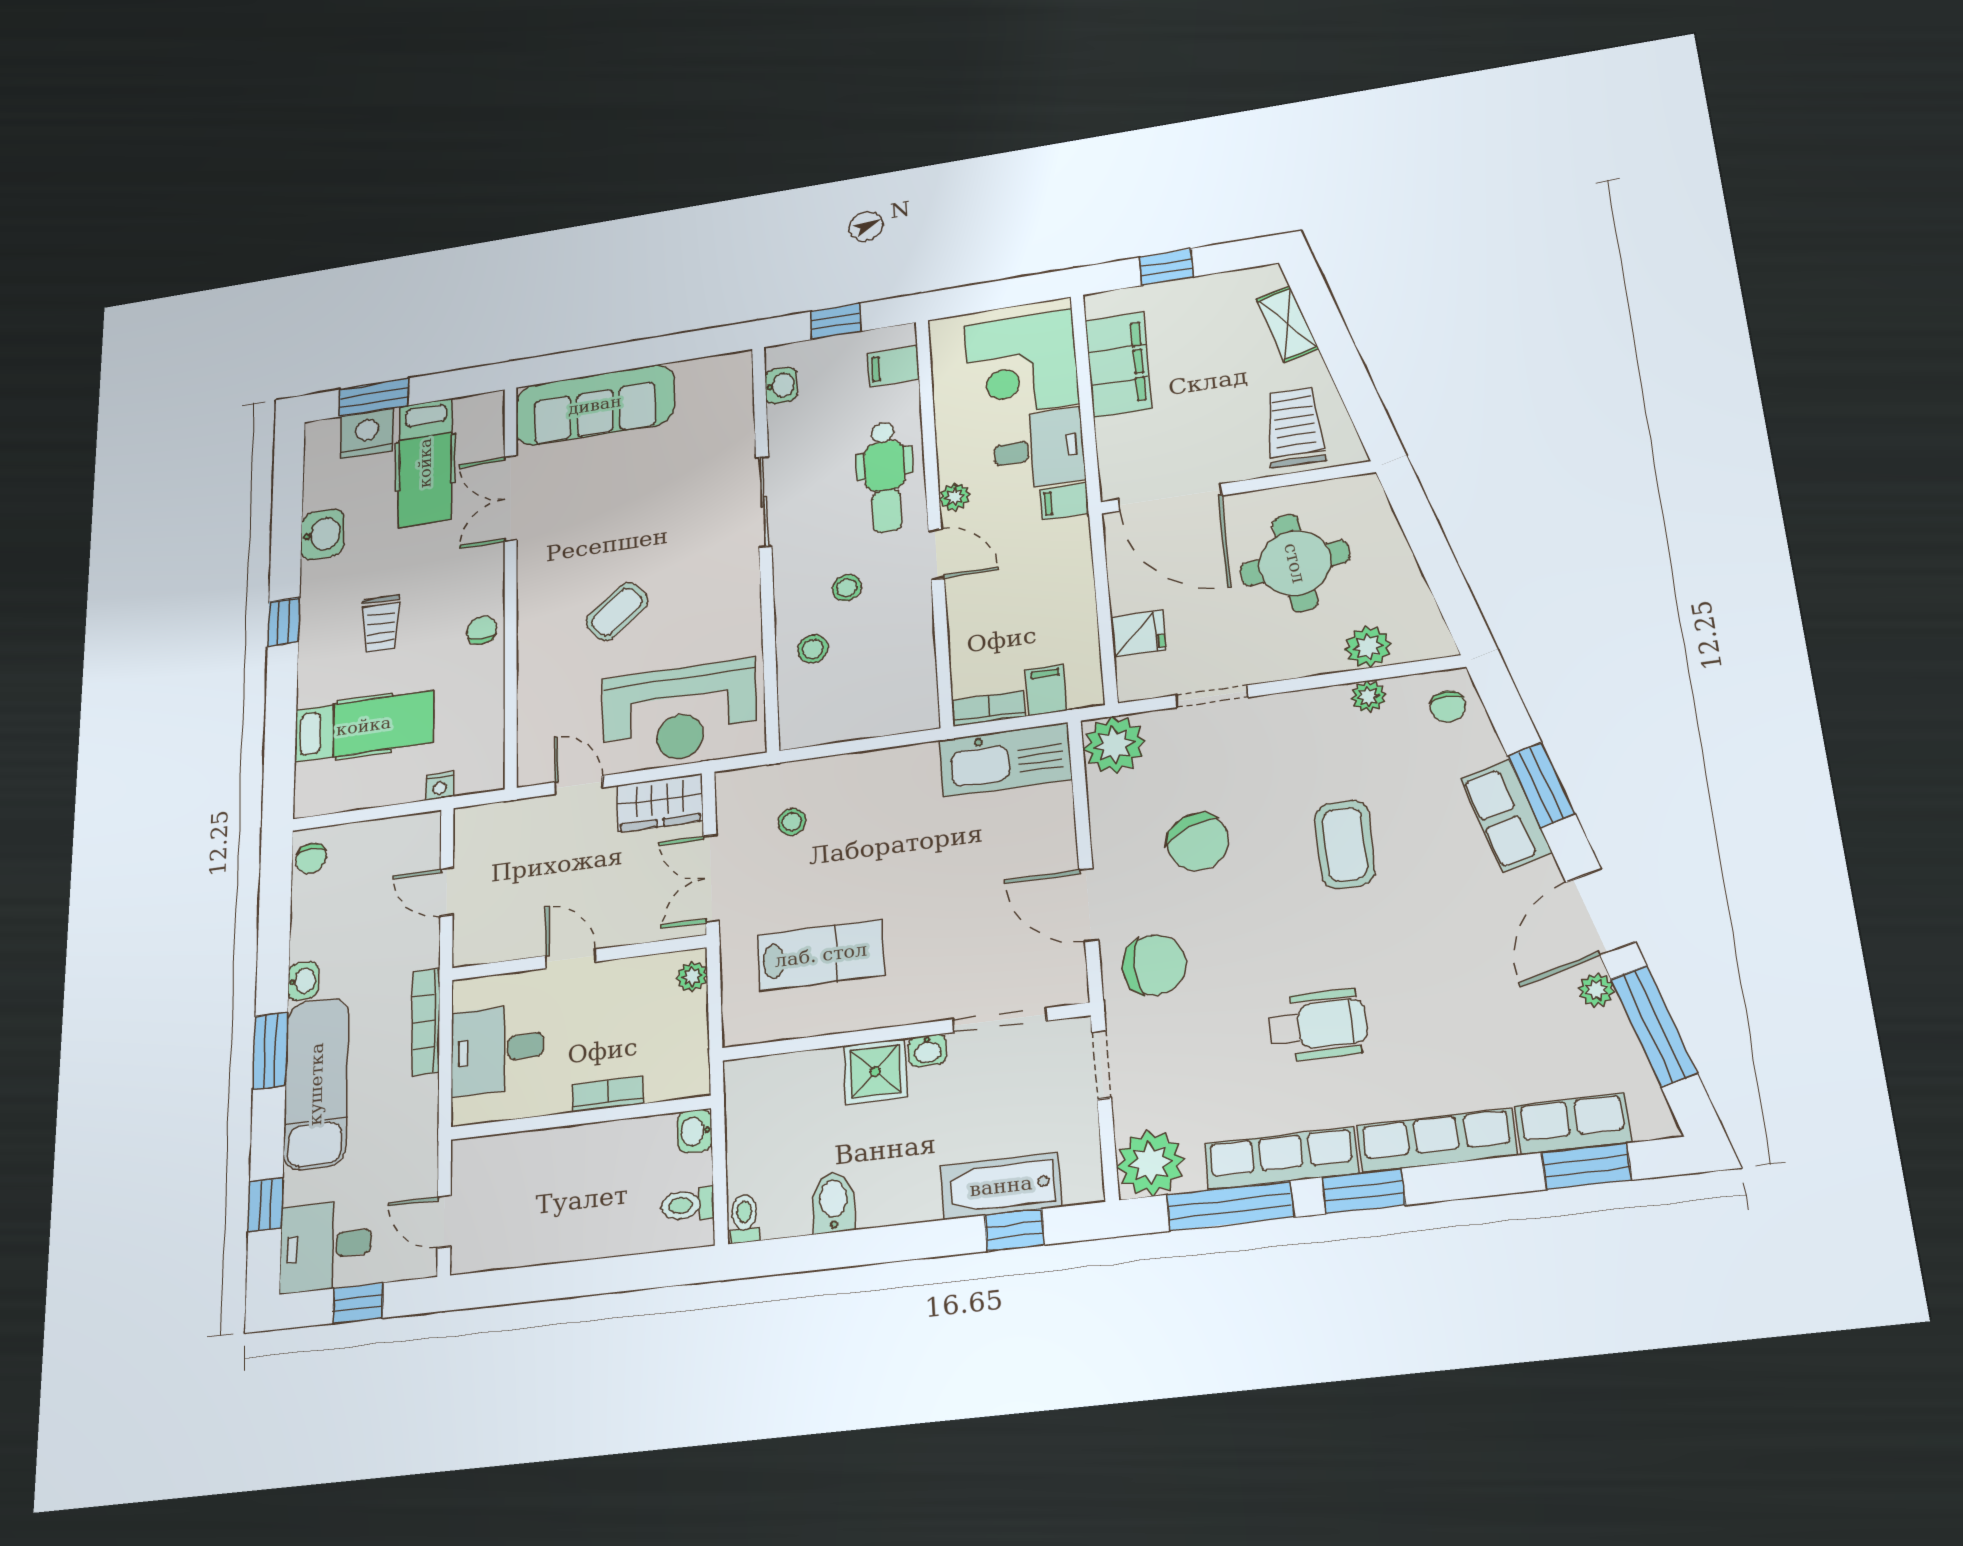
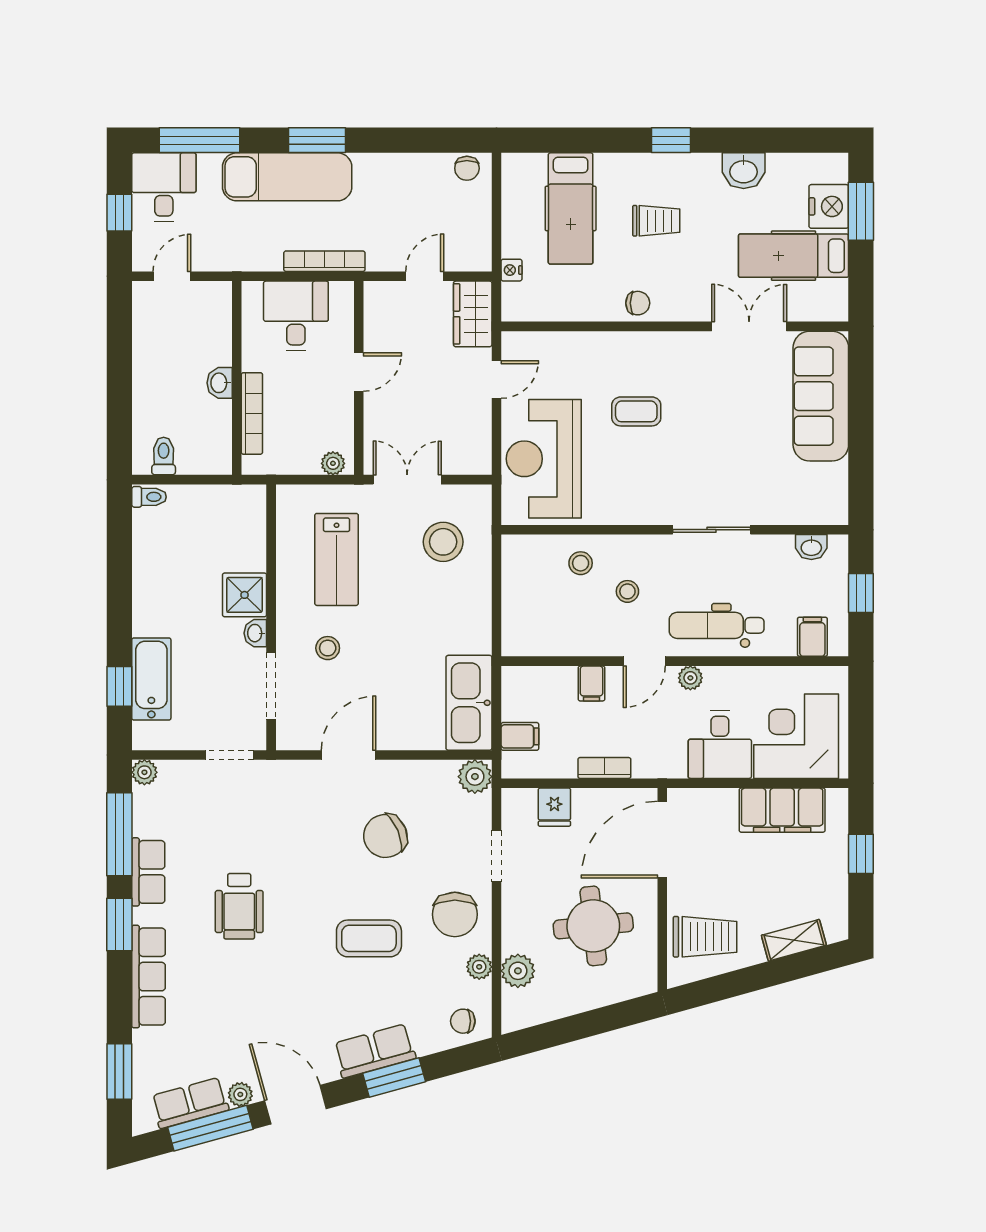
filing cabinet: (1065, 501) -> (592, 683), moved, turned 180
coffee table: (617, 612) -> (636, 411), turned -50
trolley: (381, 624) -> (656, 221), turned 180
bookcase: (989, 708) -> (604, 768), moved, turned -90
plant: (1114, 745) -> (475, 777), width x0.73, depth x0.73
wardrobe: (660, 803) -> (473, 314), moved
stool: (792, 822) -> (443, 542), width x1.89, depth x1.89
chair: (311, 858) -> (467, 168), turned -90
stool: (943, 951) -> (328, 648), added
chair: (1154, 965) -> (455, 914), moved
washbasin: (303, 981) -> (369, 164), removed
bookcase: (608, 1094) -> (252, 413), width x1.56
row of seats: (1573, 1124) -> (190, 1103), moved, turned -105
washbasin: (695, 1131) -> (220, 383), moved, turned -90
row of seats: (1281, 1158) -> (148, 872), width x0.68
plant: (1151, 1163) -> (144, 772), width x0.53, depth x0.53
bidet: (833, 1203) -> (153, 561), removed
window: (265, 1205) -> (200, 140), width x2.17

